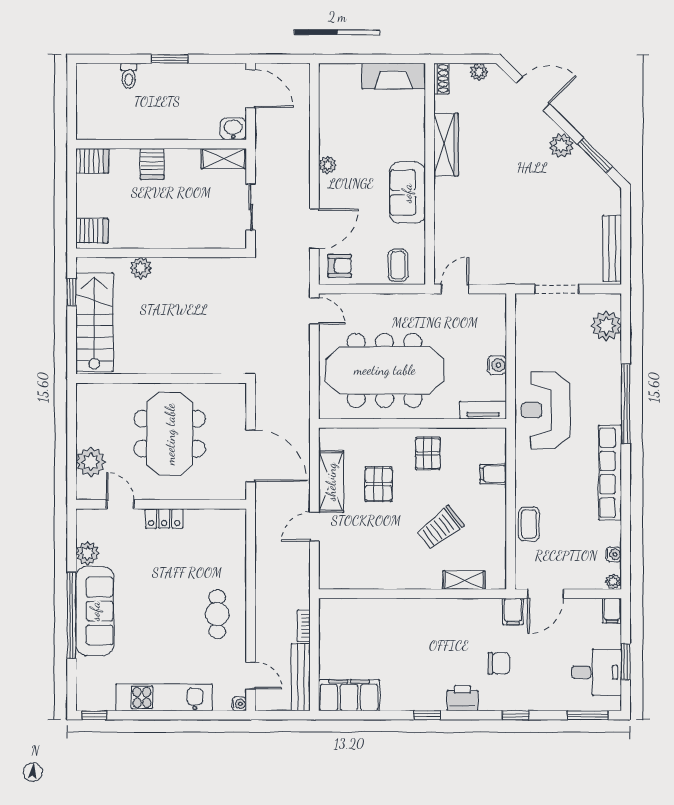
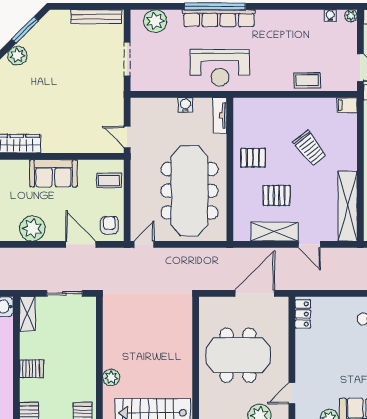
plant: (328, 165) -> (32, 228), width x1.88, depth x1.88
row of seats: (610, 473) -> (219, 18), moved
filing cabinet: (493, 474) -> (347, 105), moved, turned 90
locker: (164, 518) -> (303, 314), moved
shelving: (464, 580) -> (348, 206), moved, width x2.20, depth x1.33

